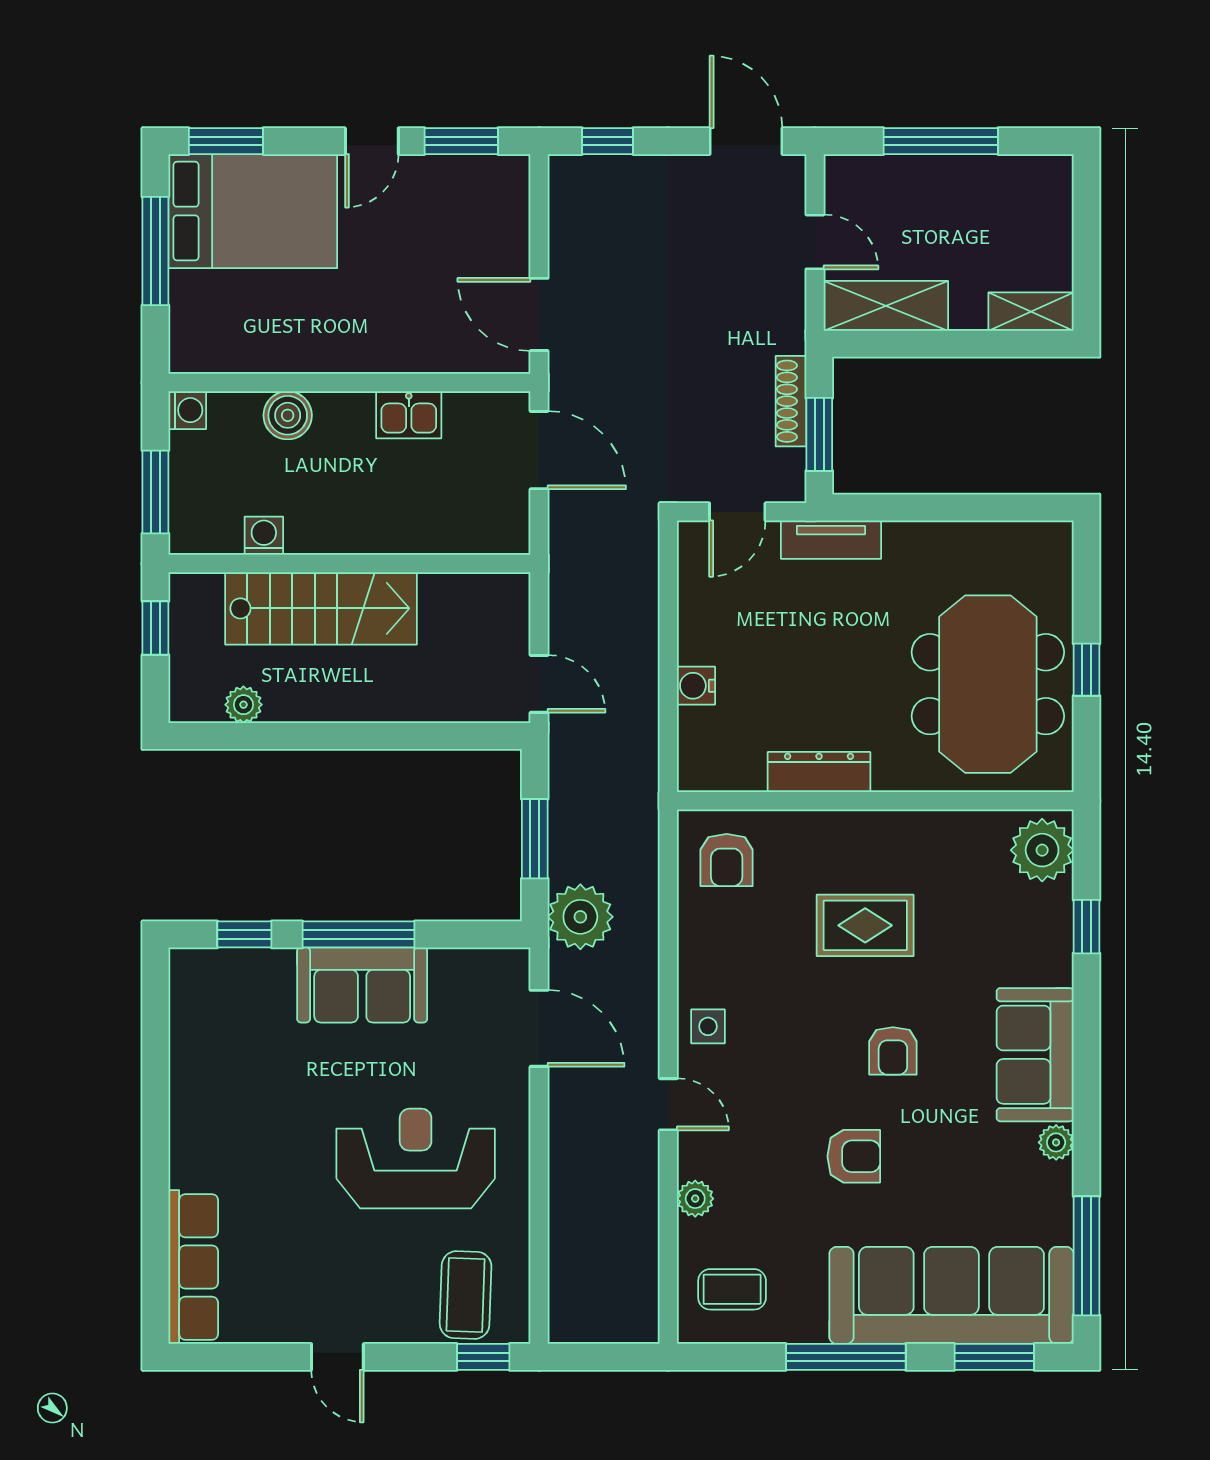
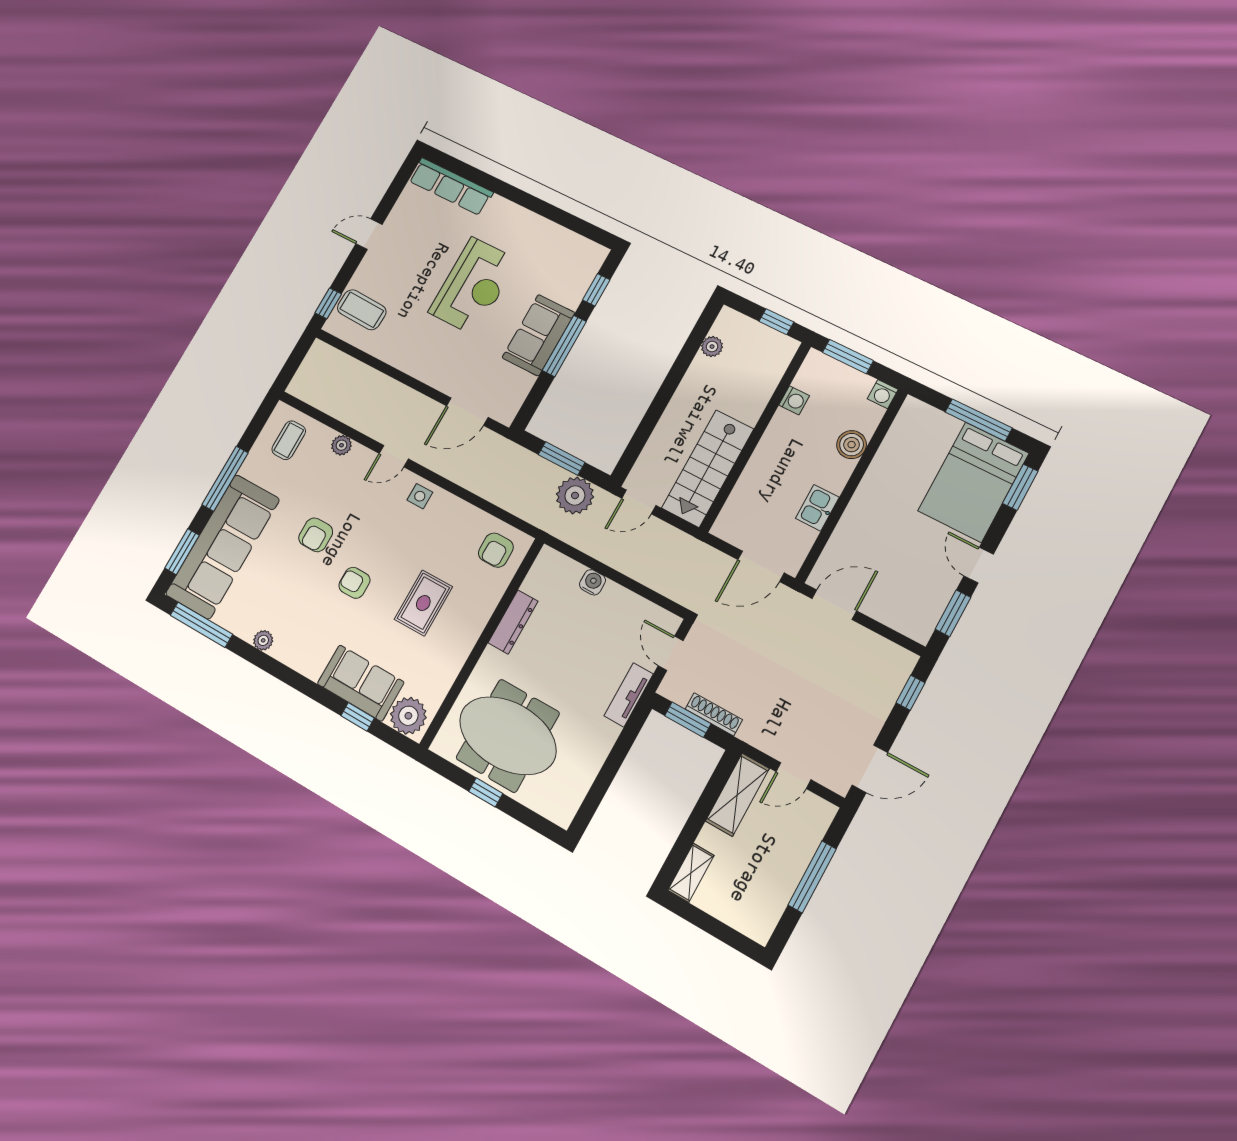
stairs: (321, 608) -> (708, 468), moved
armchair: (727, 860) -> (496, 550), turned -90
plant: (580, 917) -> (575, 495), moved
sofa: (1035, 1055) -> (361, 683), moved
reception desk: (416, 1159) -> (473, 286), moved

